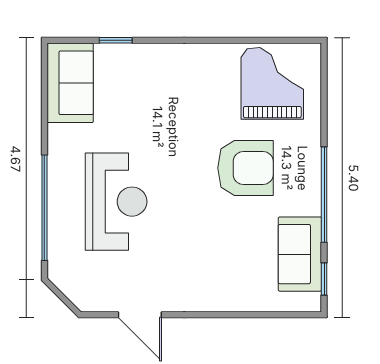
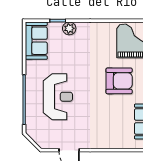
plant: (140, 57) -> (69, 28), added

